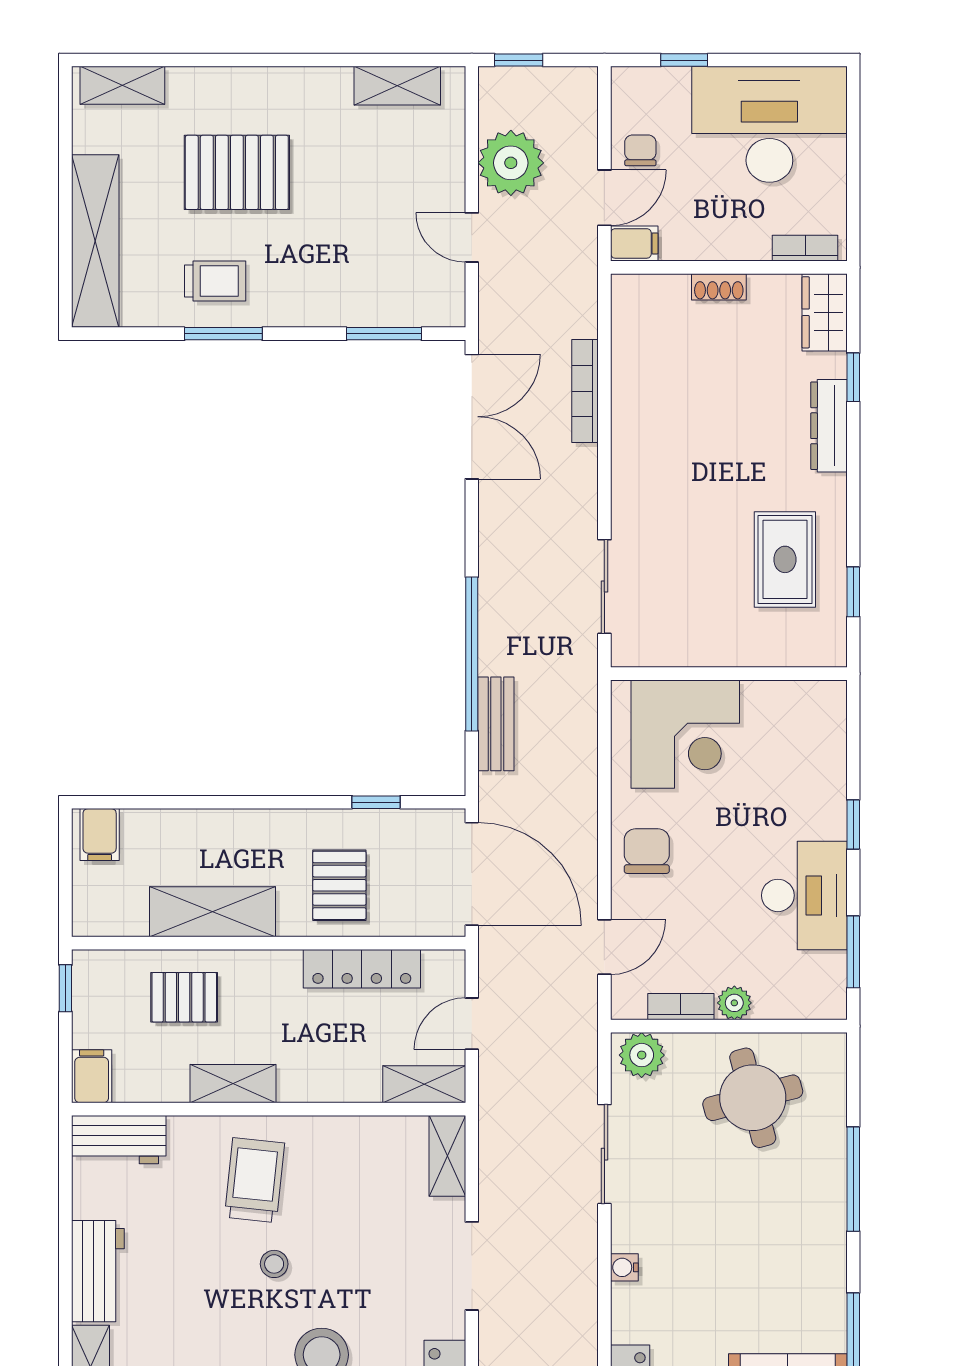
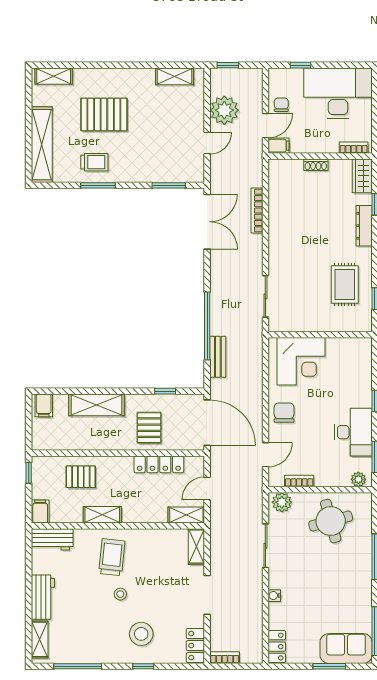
door: (472, 237) -> (207, 143), swing flipped
shelving: (213, 912) -> (97, 405), moved
plant: (734, 1003) -> (358, 479), moved

